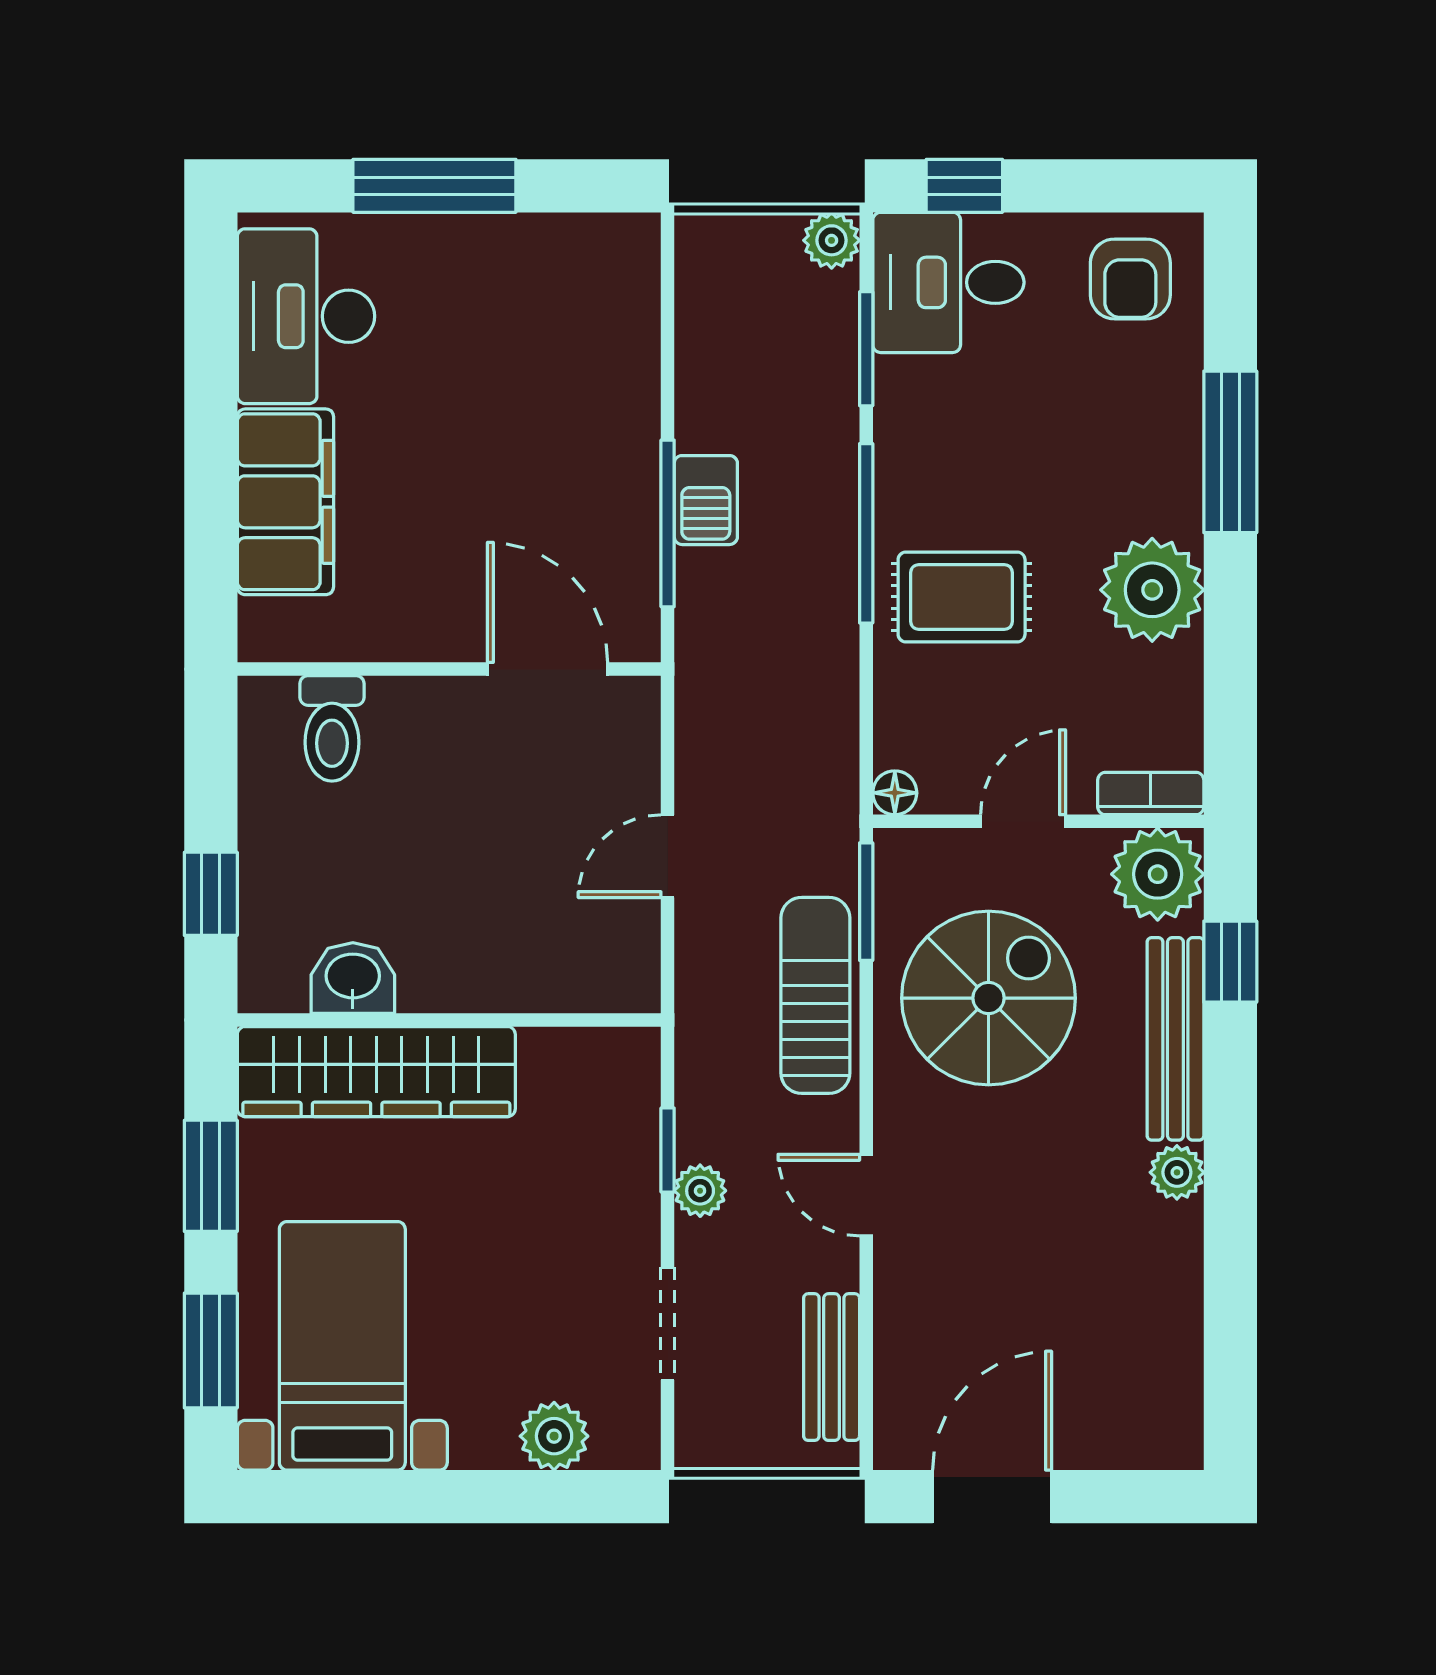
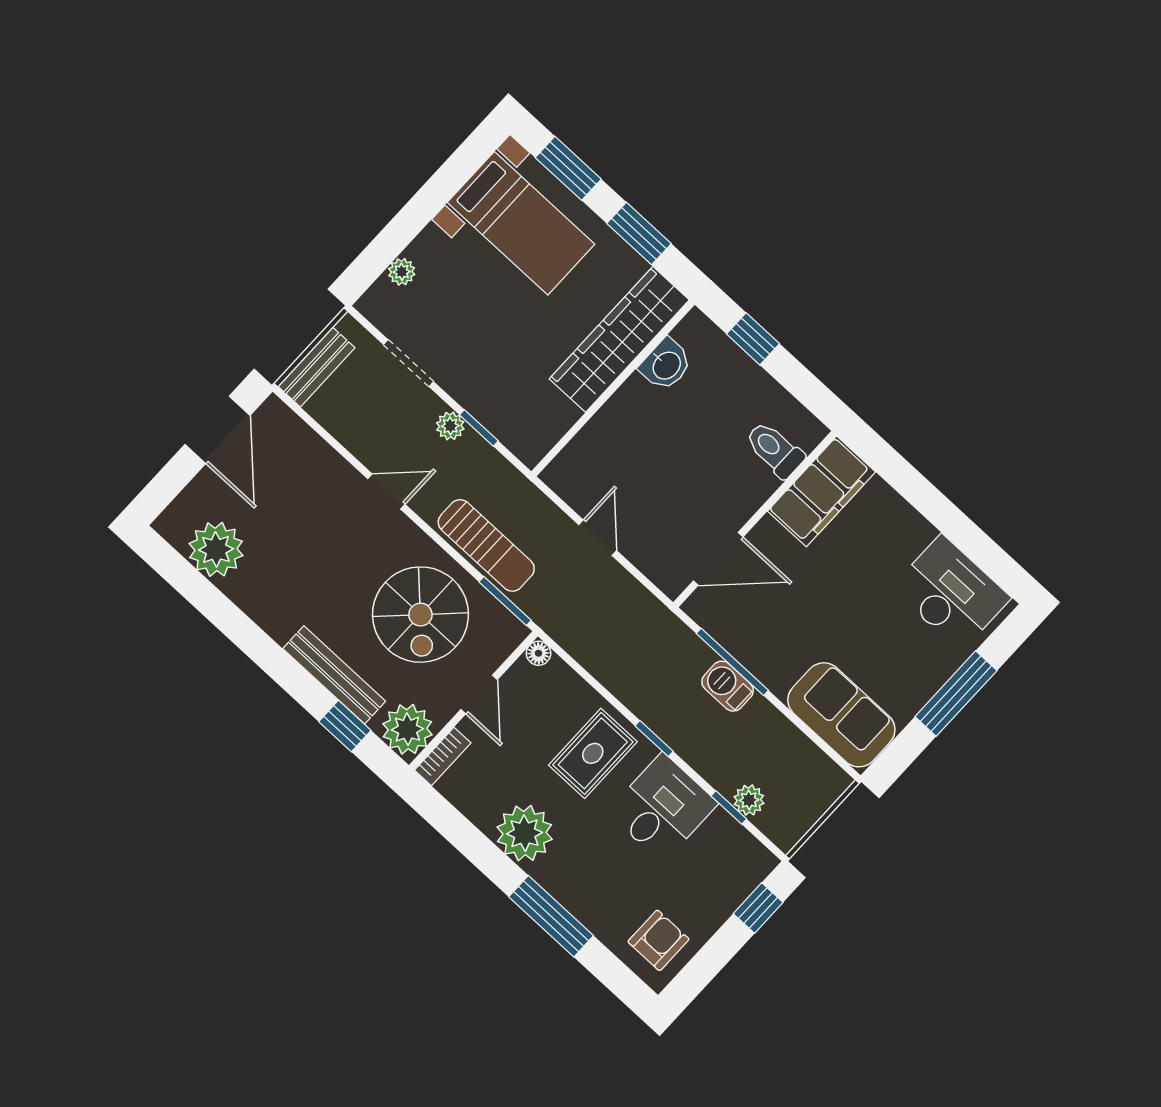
plant: (832, 240) -> (749, 800), moved
armchair: (1130, 279) -> (658, 940), turned 90
desk: (948, 282) -> (662, 808), moved
sofa: (604, 313) -> (841, 715), added
window: (866, 349) -> (729, 807), width x0.67
filing cabinet: (285, 502) -> (822, 491), moved, turned -90
window: (866, 533) -> (654, 739), width x0.46
plant: (1177, 1172) -> (216, 549), moved, width x1.88, depth x1.88
bench: (832, 1367) -> (316, 367), moved, turned 90
plant: (554, 1436) -> (402, 272), width x0.73, depth x0.73

